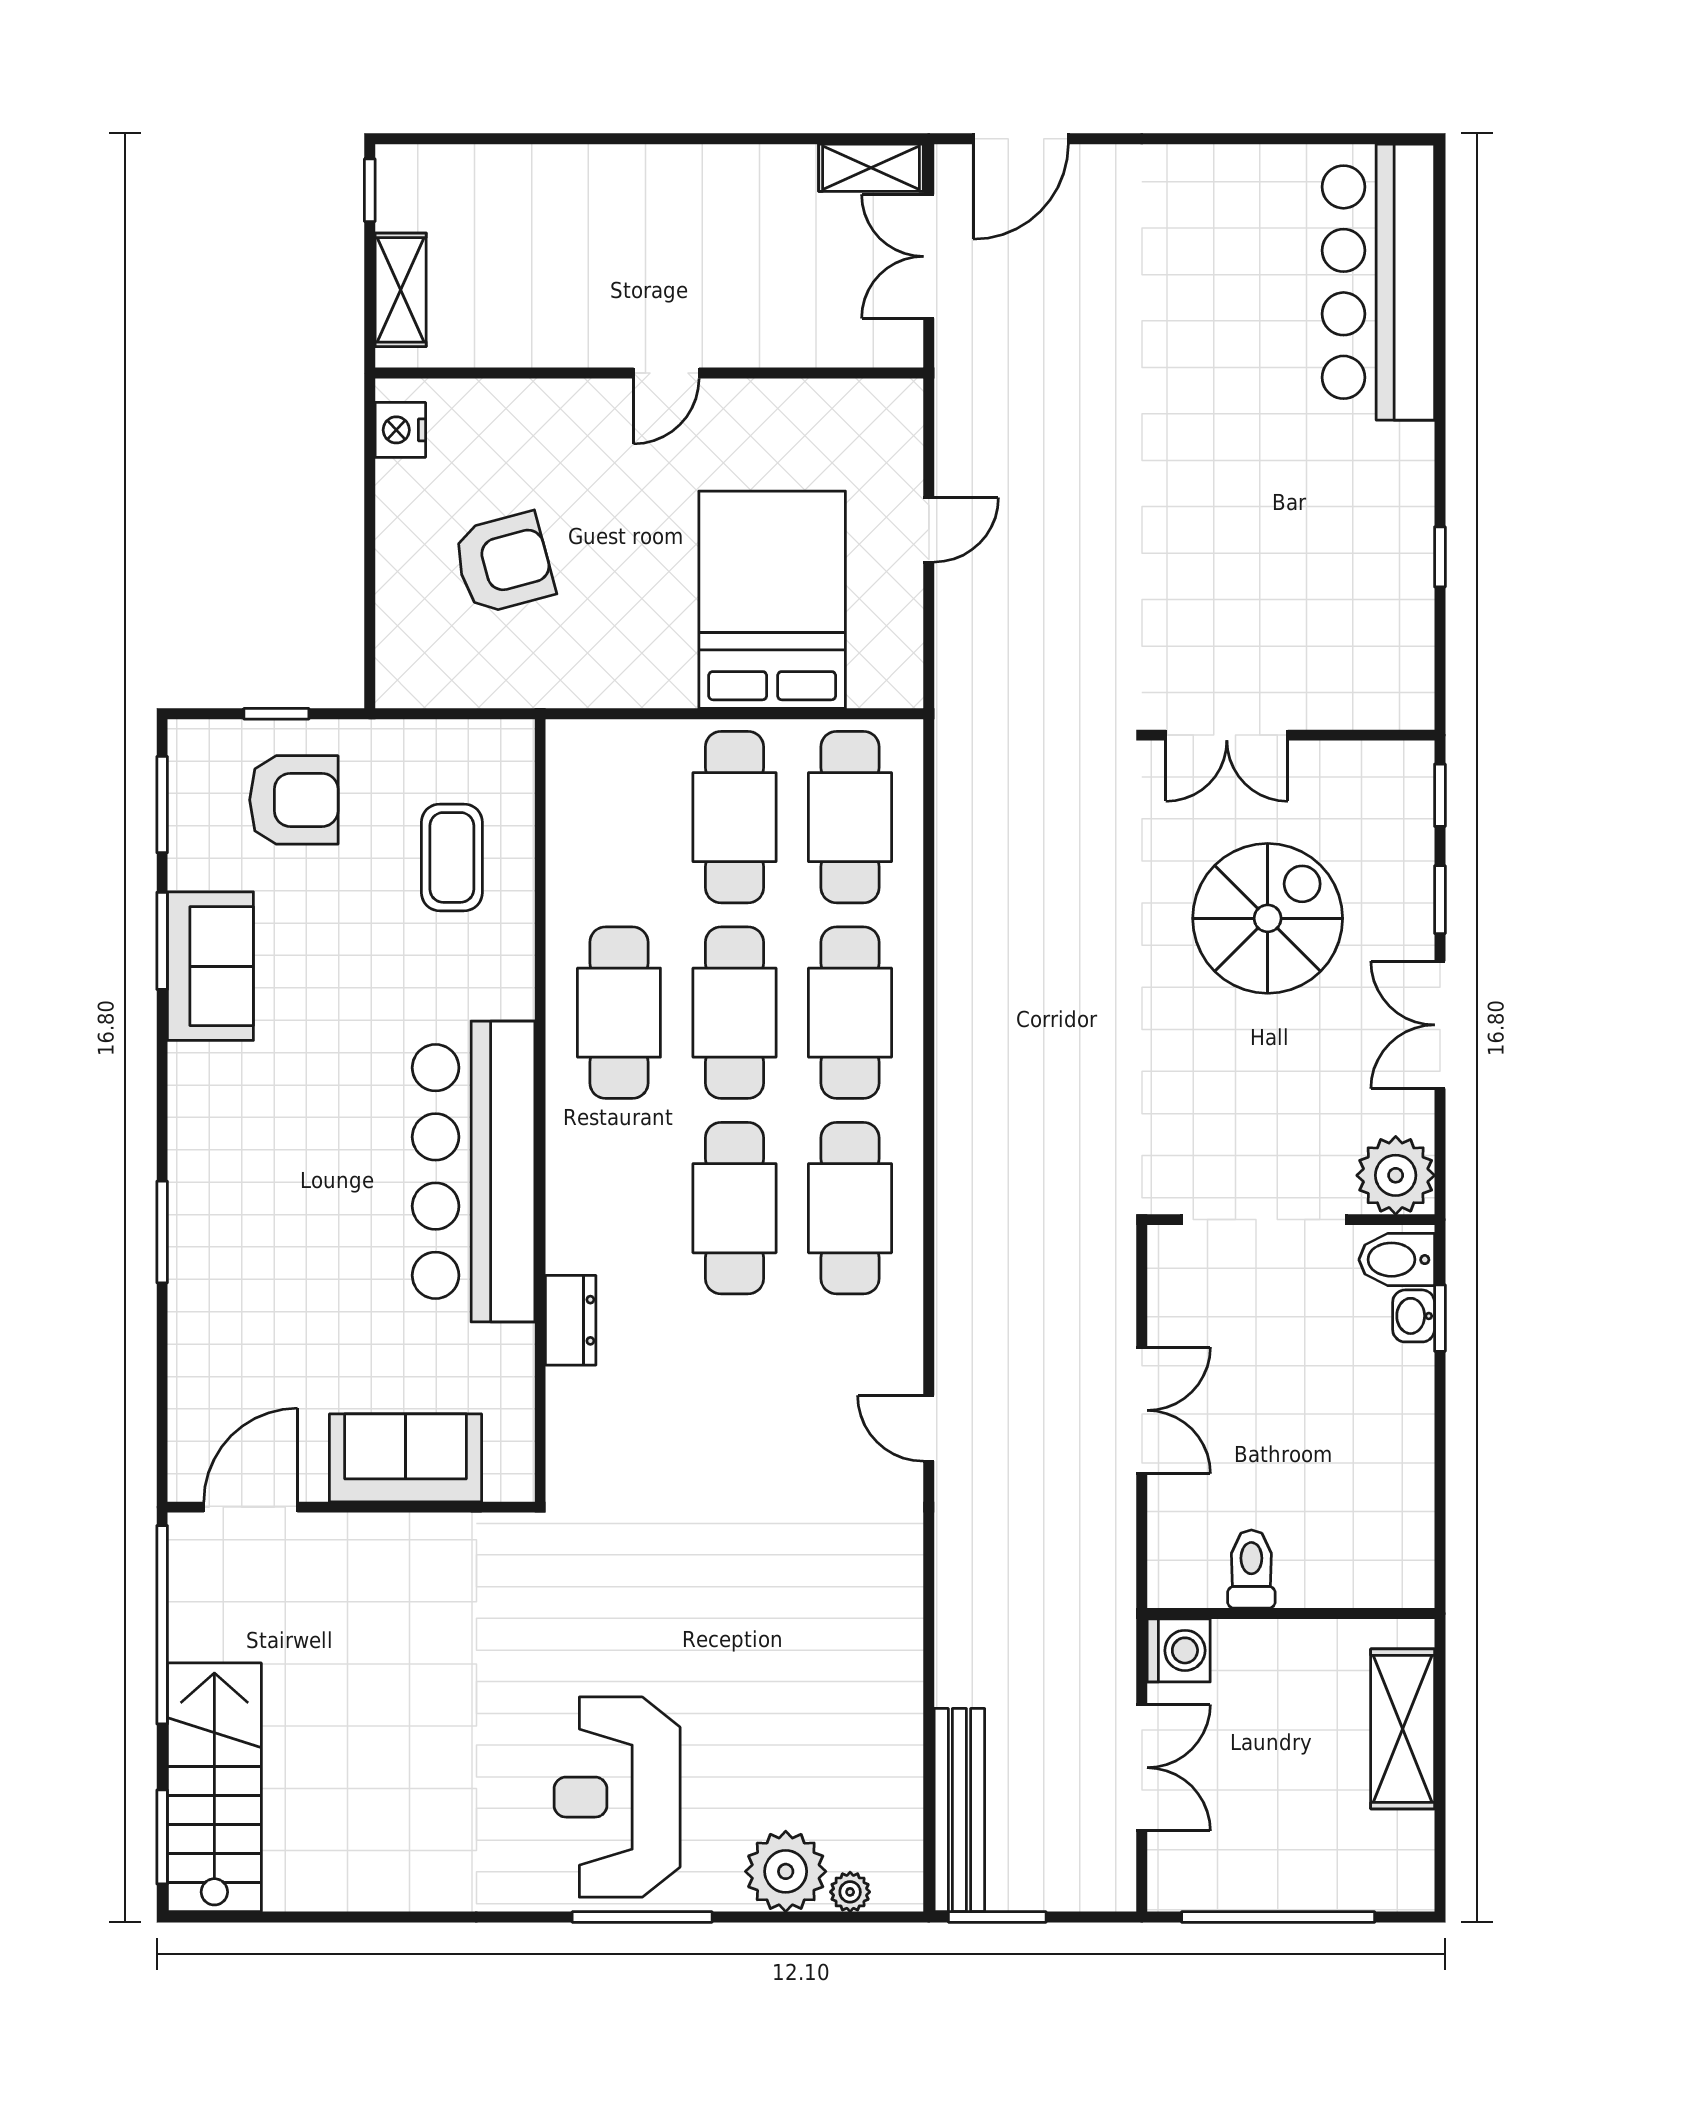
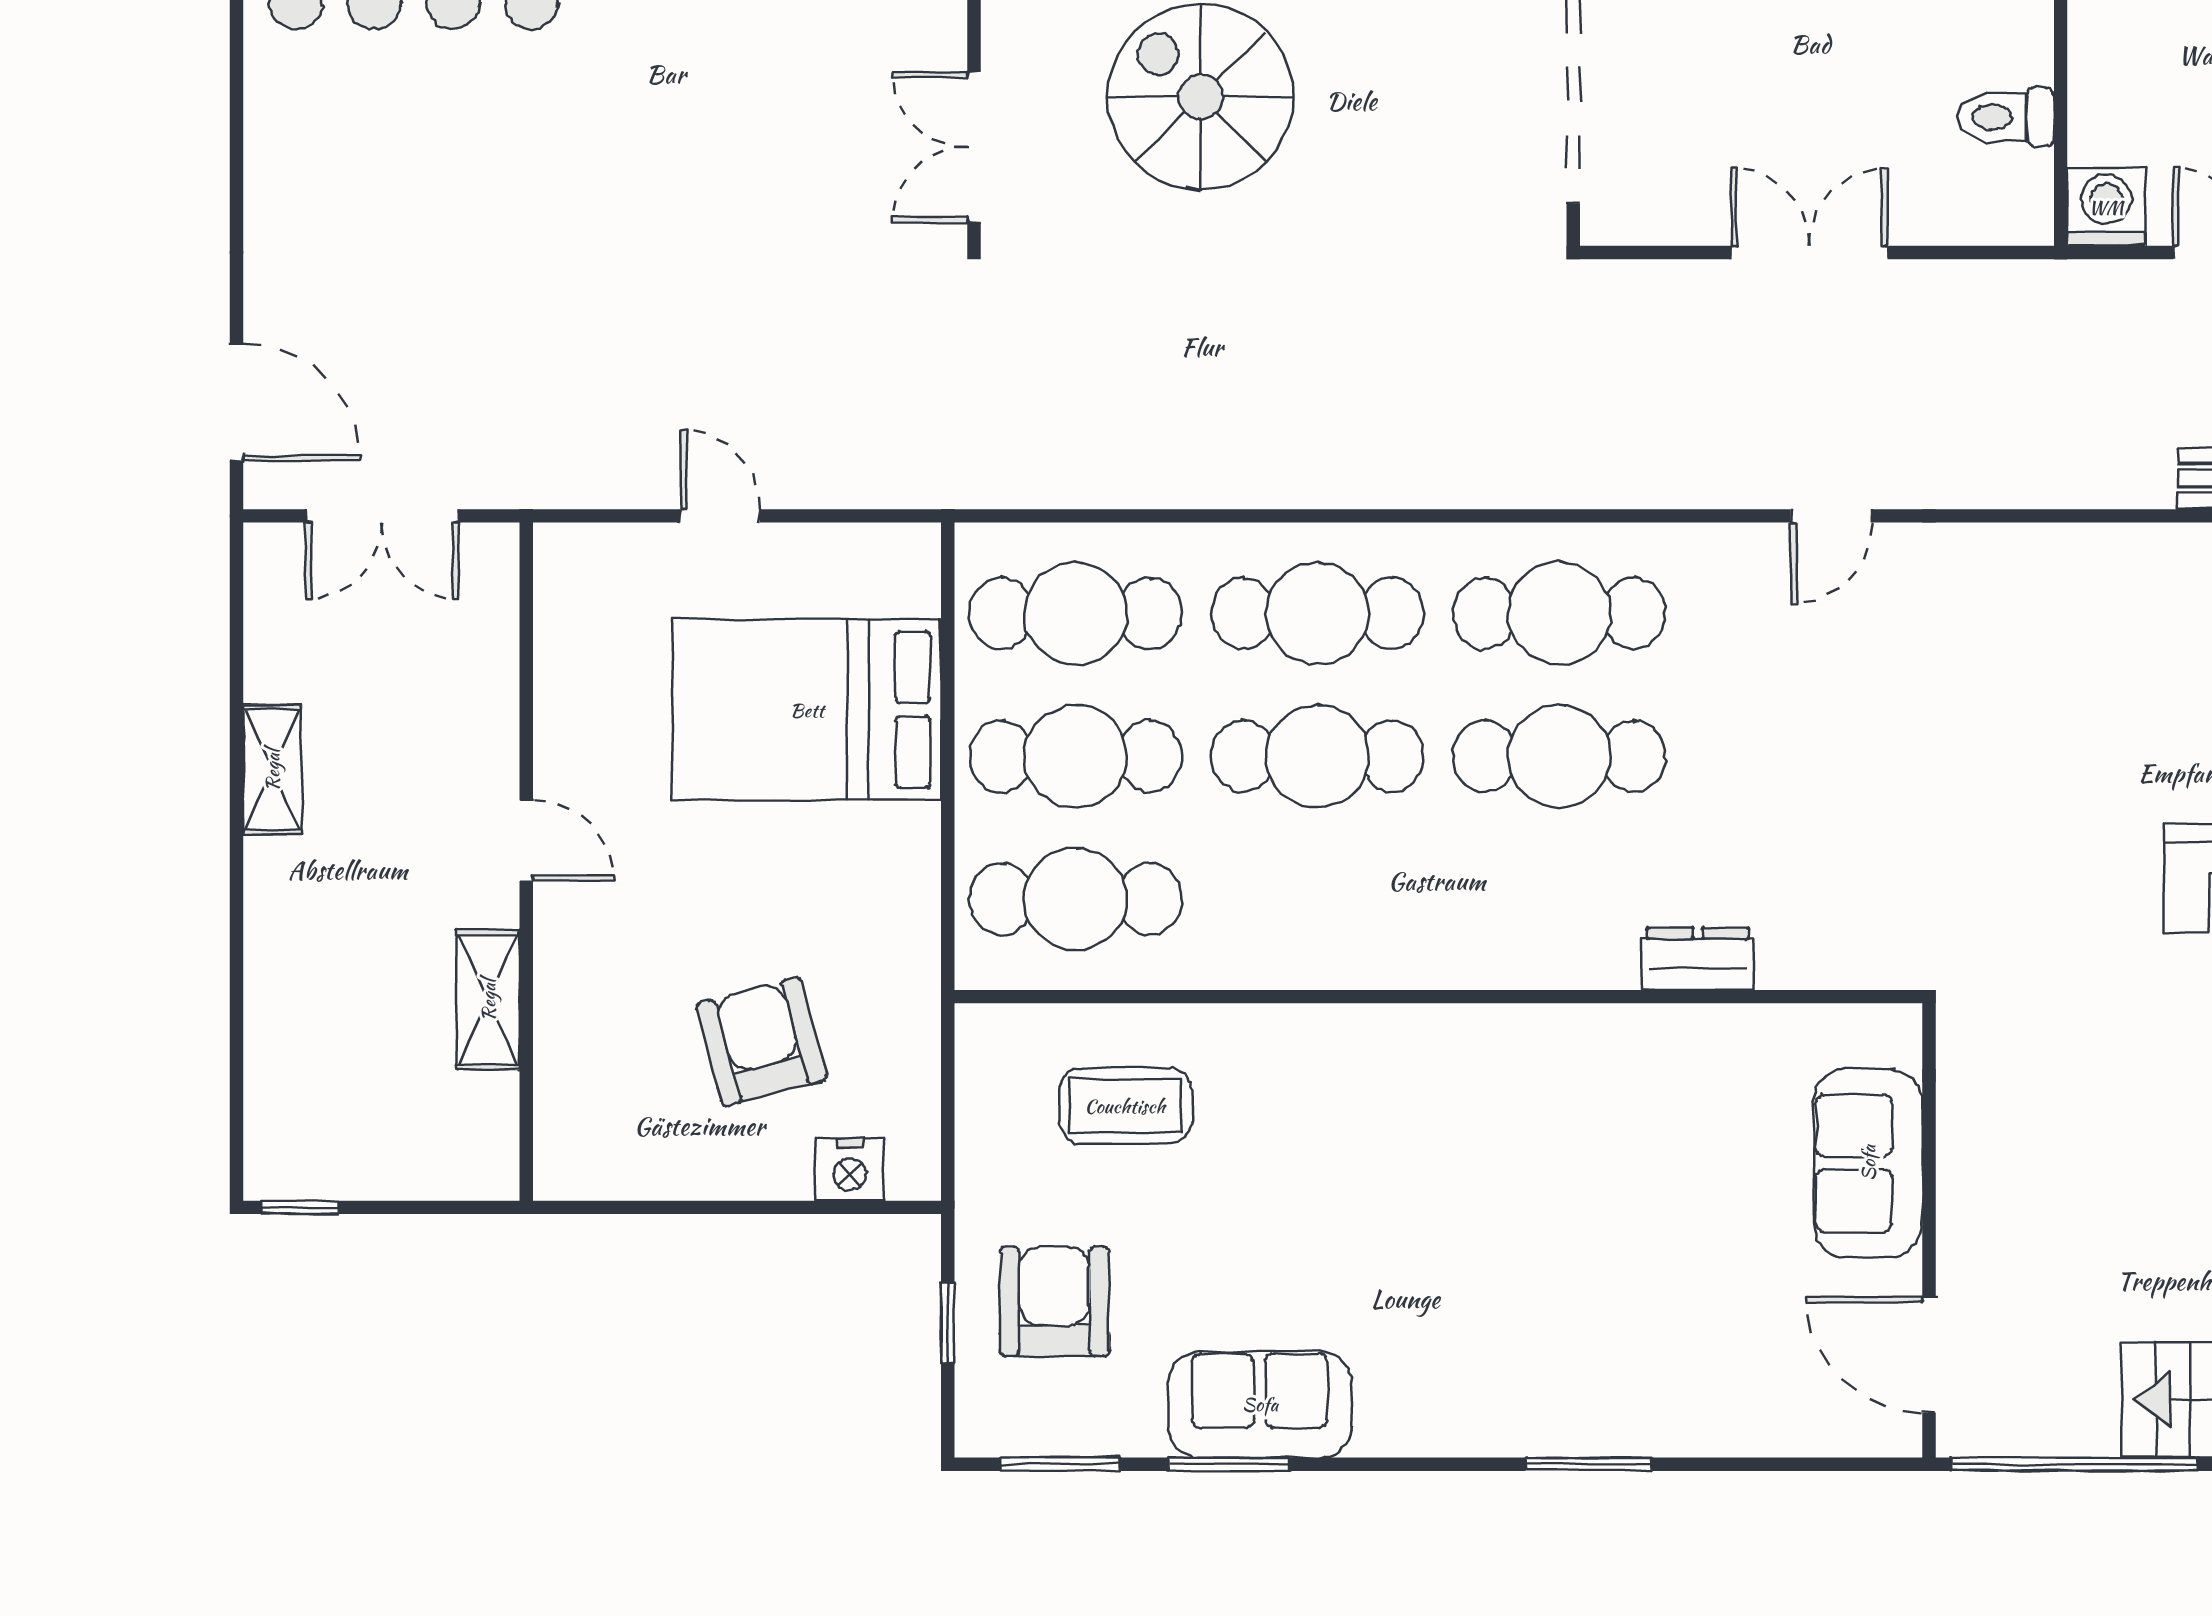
shelving: (871, 168) -> (272, 770), moved
shelving: (401, 290) -> (488, 1000), moved, turned 90
nightstand: (400, 430) -> (850, 1170), moved
double door: (1227, 735) -> (974, 147), swing flipped
cafe table: (619, 1013) -> (1076, 899), moved
bar counter: (474, 1172) -> (1514, 1079), removed

